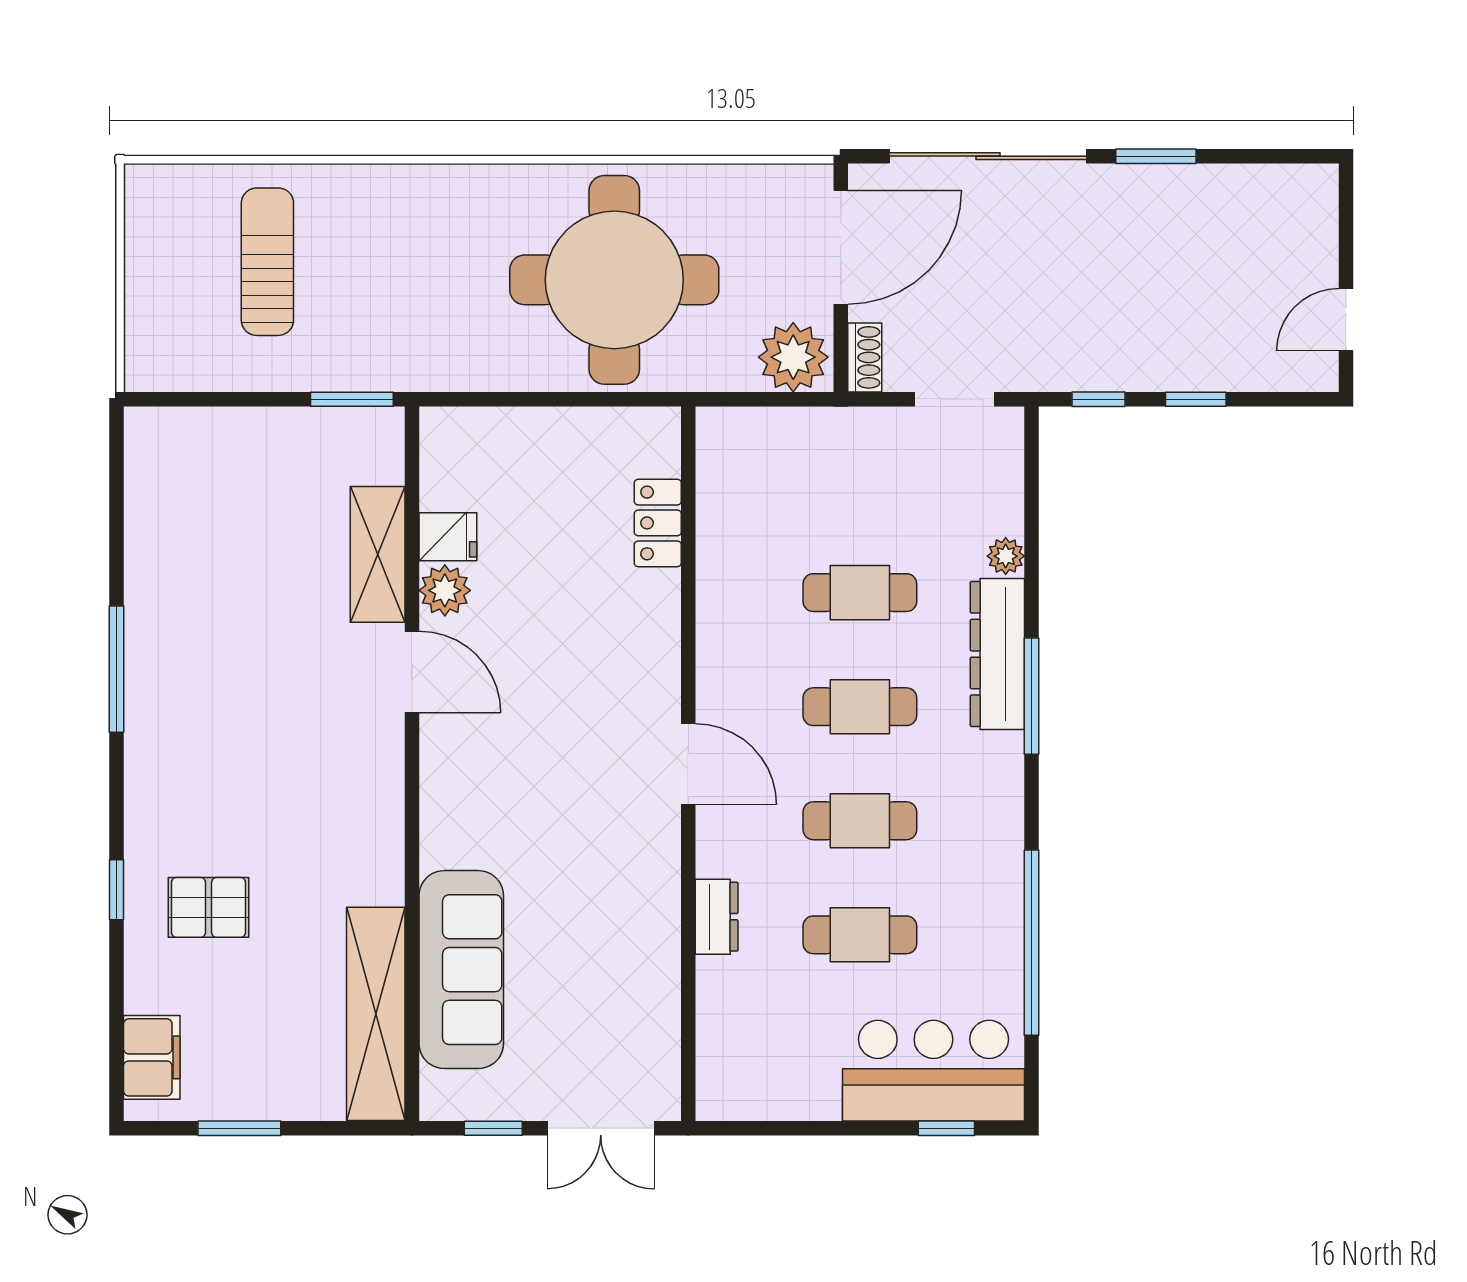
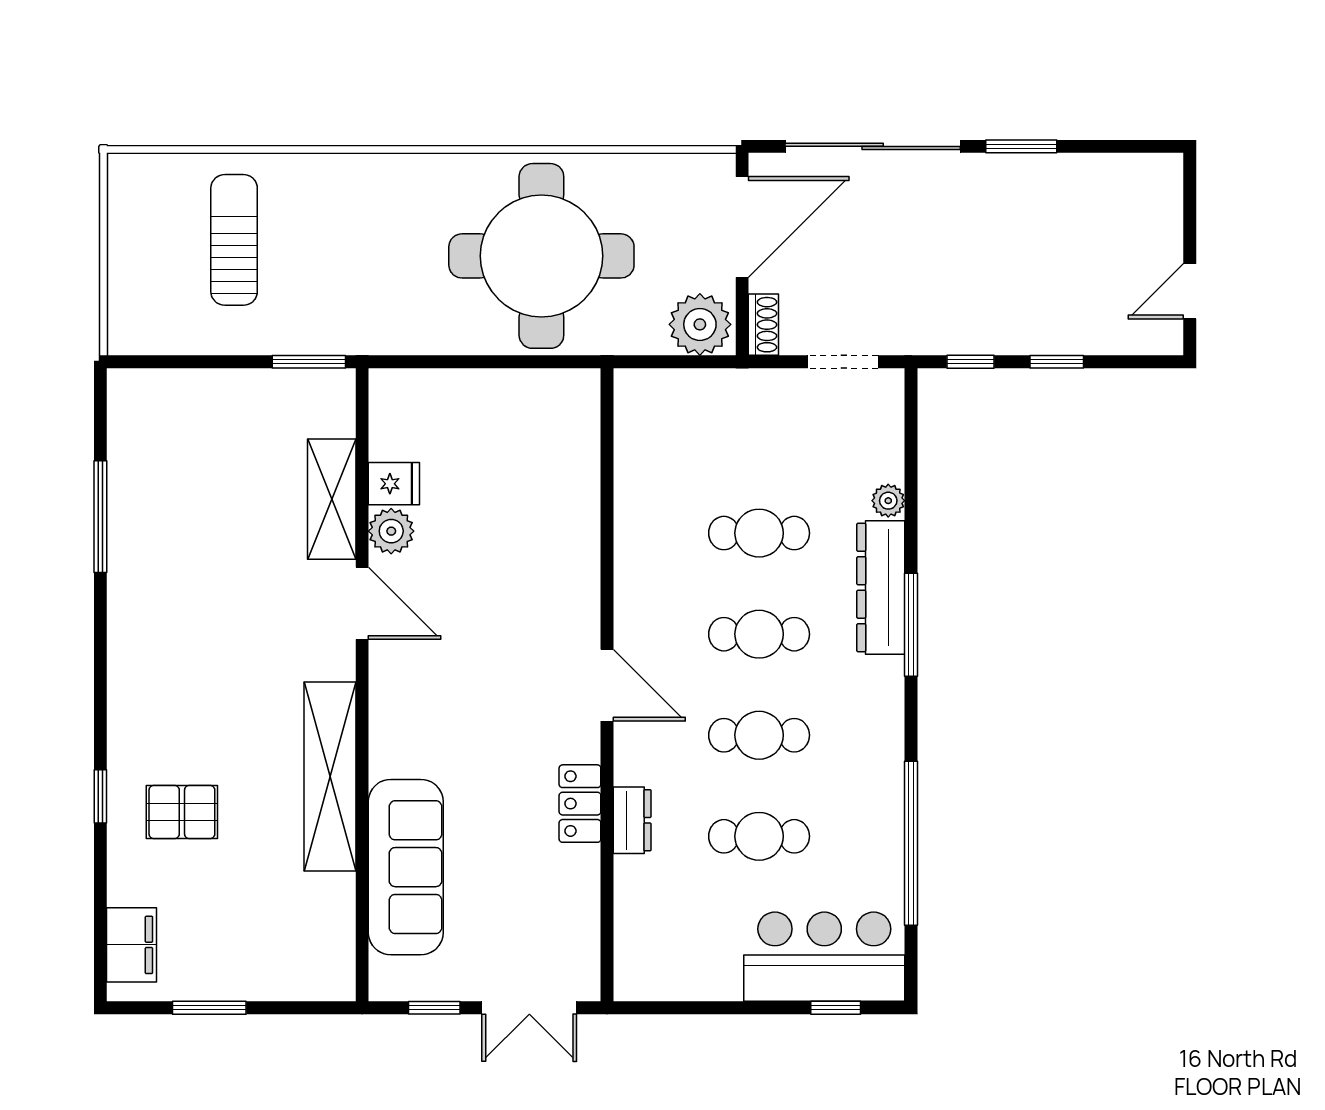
locker: (658, 523) -> (580, 804), moved
window: (117, 669) -> (100, 517), moved
shelving: (376, 1014) -> (330, 776), moved

